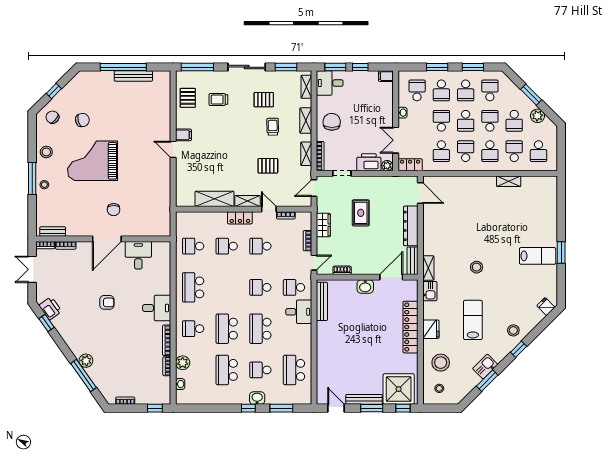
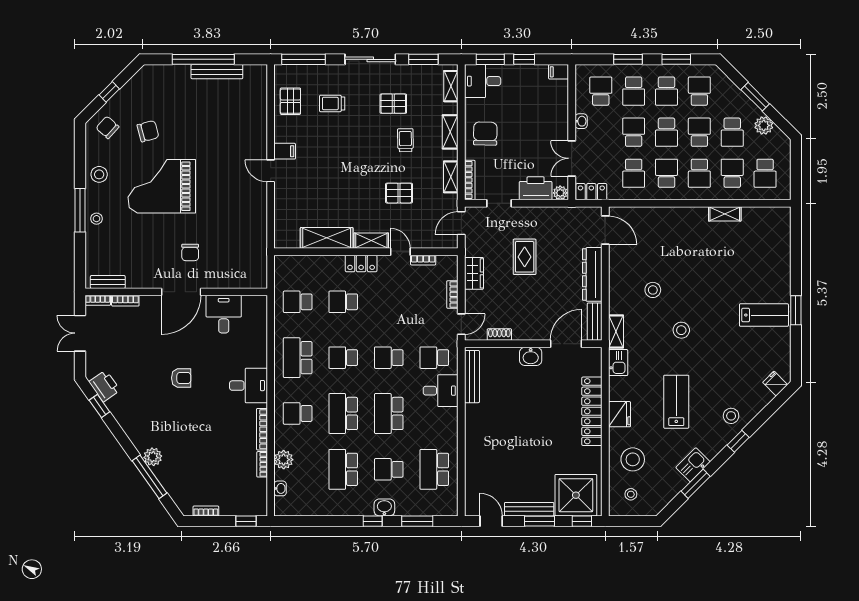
stool: (456, 237) -> (653, 290), added
school desk: (260, 246) -> (343, 358), moved

